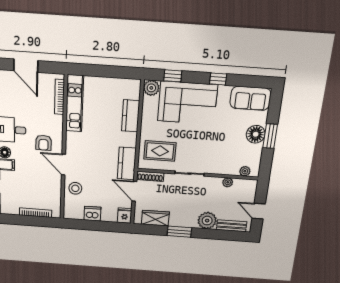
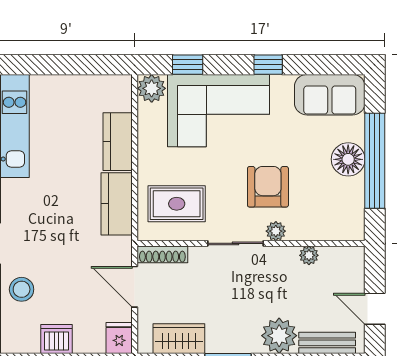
window: (270, 136) -> (375, 161), width x2.11
armchair: (210, 146) -> (268, 187), added
kitchen counter: (127, 163) -> (117, 204), moved
plant: (245, 171) -> (276, 231), moved

